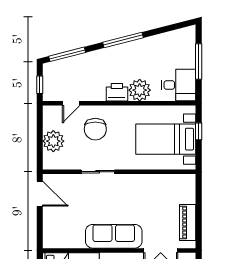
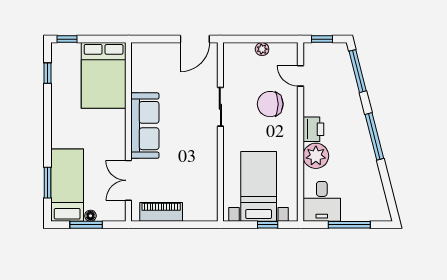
plant: (53, 141) -> (262, 49), width x0.53, depth x0.53

